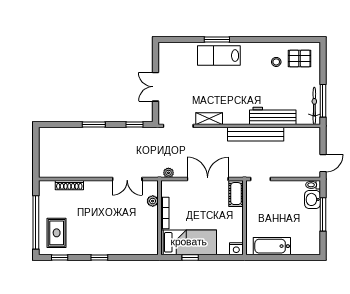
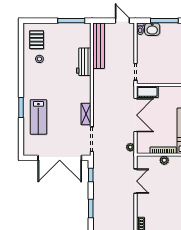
lab bench: (219, 56) -> (38, 117), moved
double door: (155, 87) -> (60, 158), width x1.87
bicycle: (314, 106) -> (75, 28), removed
workbench: (273, 116) -> (84, 62), width x0.73
bench: (256, 134) -> (99, 46), moved
double door: (208, 179) -> (135, 115), swing flipped
plant: (153, 201) -> (164, 160), moved

